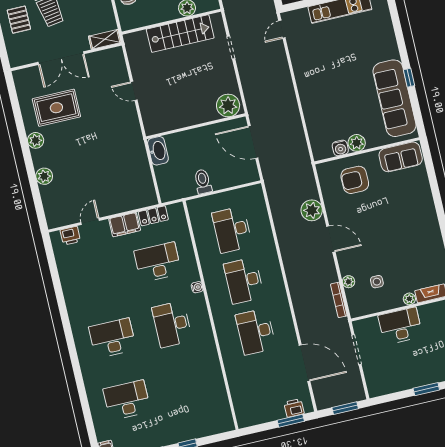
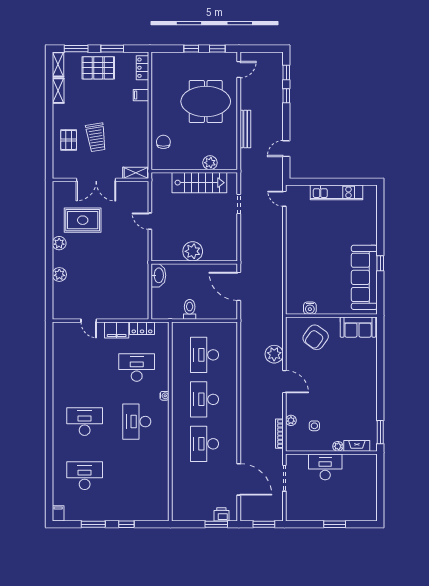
door: (282, 29) -> (284, 199), hinge flipped
plant: (228, 105) -> (193, 251), moved
plant: (357, 143) -> (324, 307), removed
armchair: (355, 180) -> (316, 337), turned -54
door: (90, 221) -> (89, 321), swing flipped
printer: (70, 236) -> (70, 329), removed

